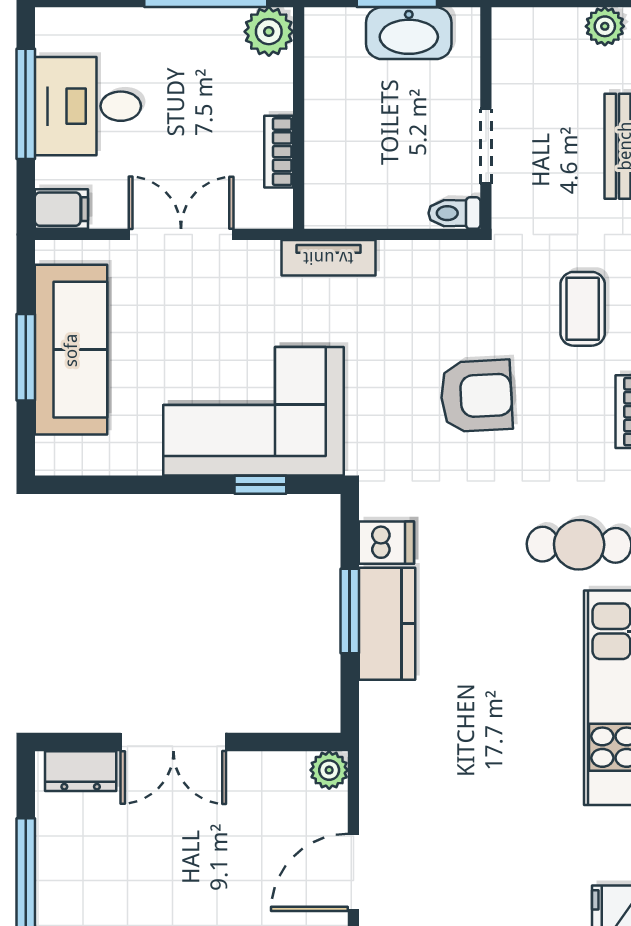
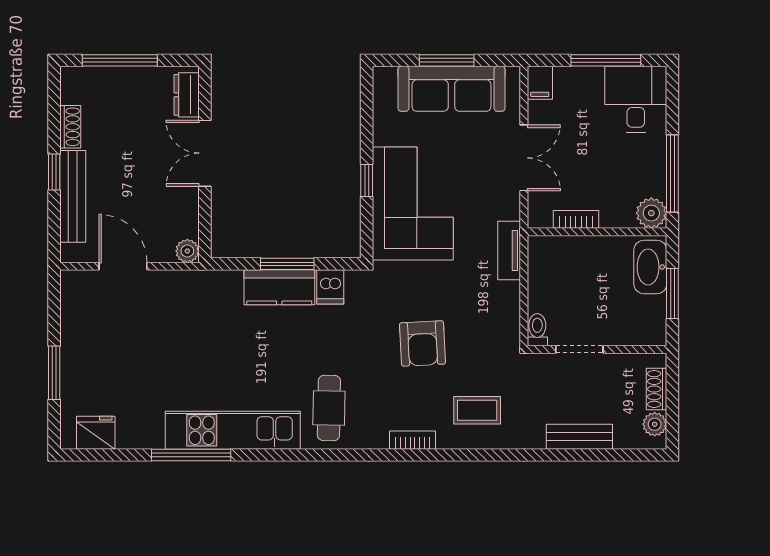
shoe rack: (549, 23) -> (657, 389), added
washbasin: (409, 33) -> (650, 267), moved
desk: (88, 106) -> (636, 99), moved
window: (260, 485) -> (367, 180), moved

